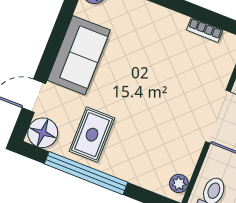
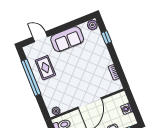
floor lamp: (43, 133) -> (31, 51), removed
rug: (92, 135) -> (45, 68), turned 90

